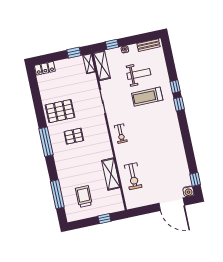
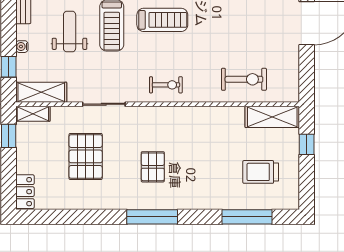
pallet: (60, 111) -> (86, 156), moved
treadmill: (156, 124) -> (162, 20), added
shelving: (111, 174) -> (272, 117), moved

